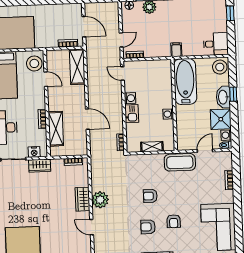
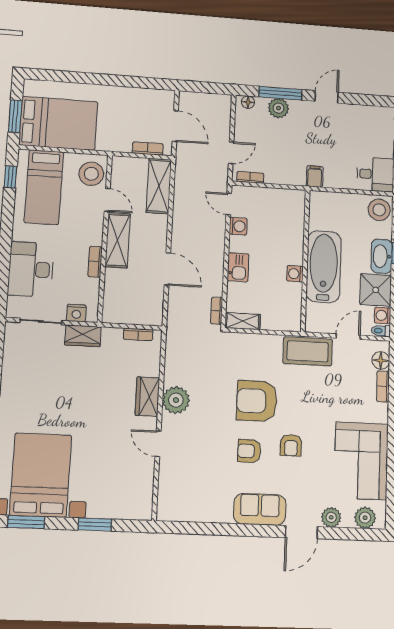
bathtub: (185, 82) -> (324, 267), moved
washing machine: (130, 98) -> (238, 226), moved
shelving: (56, 129) -> (118, 240), moved
shelving: (152, 147) -> (243, 321), moved
floor lamp: (227, 164) -> (381, 360), added
armchair: (150, 196) -> (257, 401), width x1.88, depth x1.88

